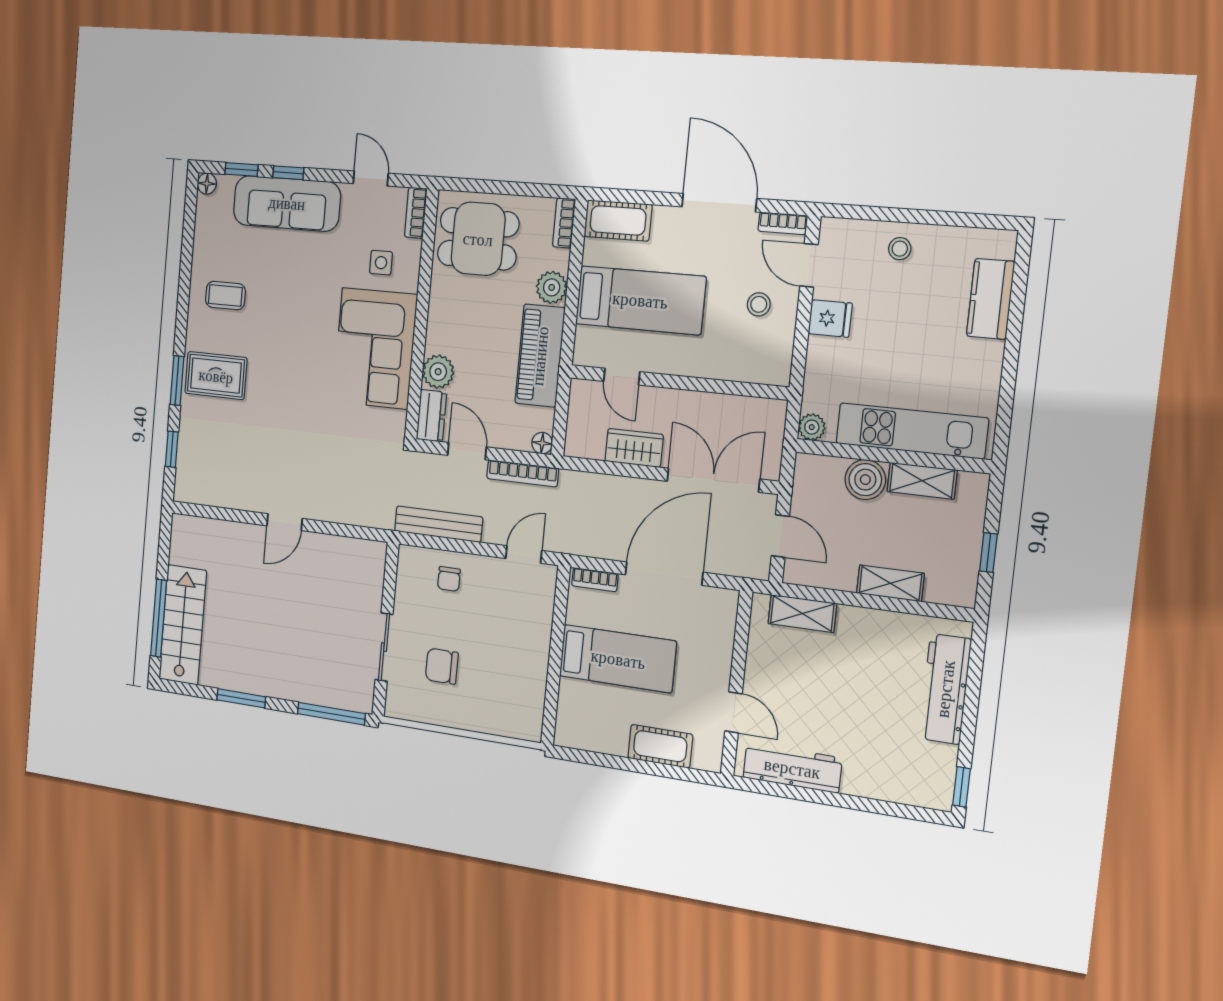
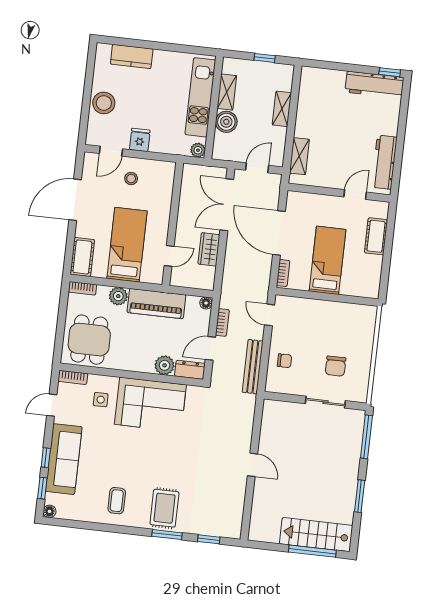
bookcase: (783, 223) -> (88, 165), removed
stool: (900, 249) -> (104, 103), width x1.89, depth x1.89
bookcase: (523, 473) -> (222, 323), width x0.64
workbench: (945, 689) -> (374, 85), moved

